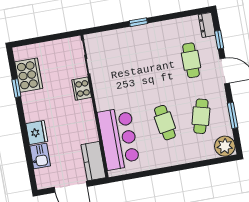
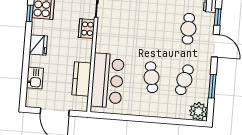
fridge: (37, 133) -> (38, 45), moved
kitchen counter: (93, 161) -> (82, 79), moved

